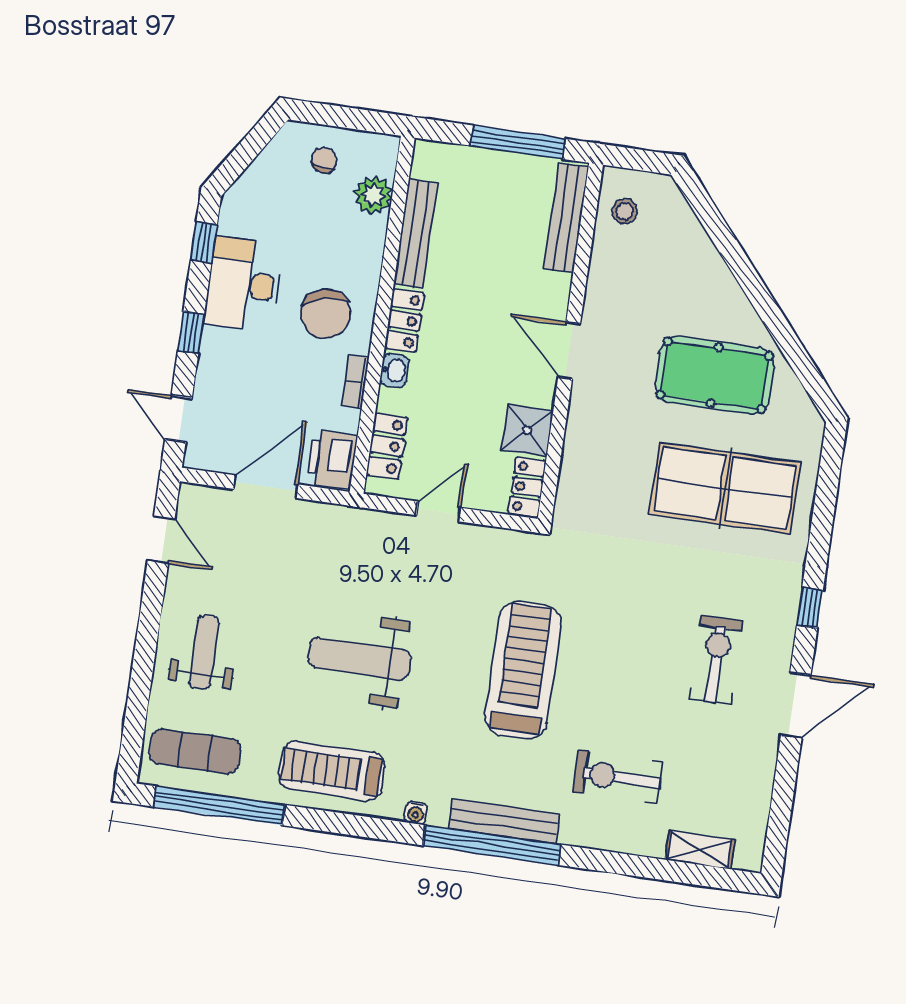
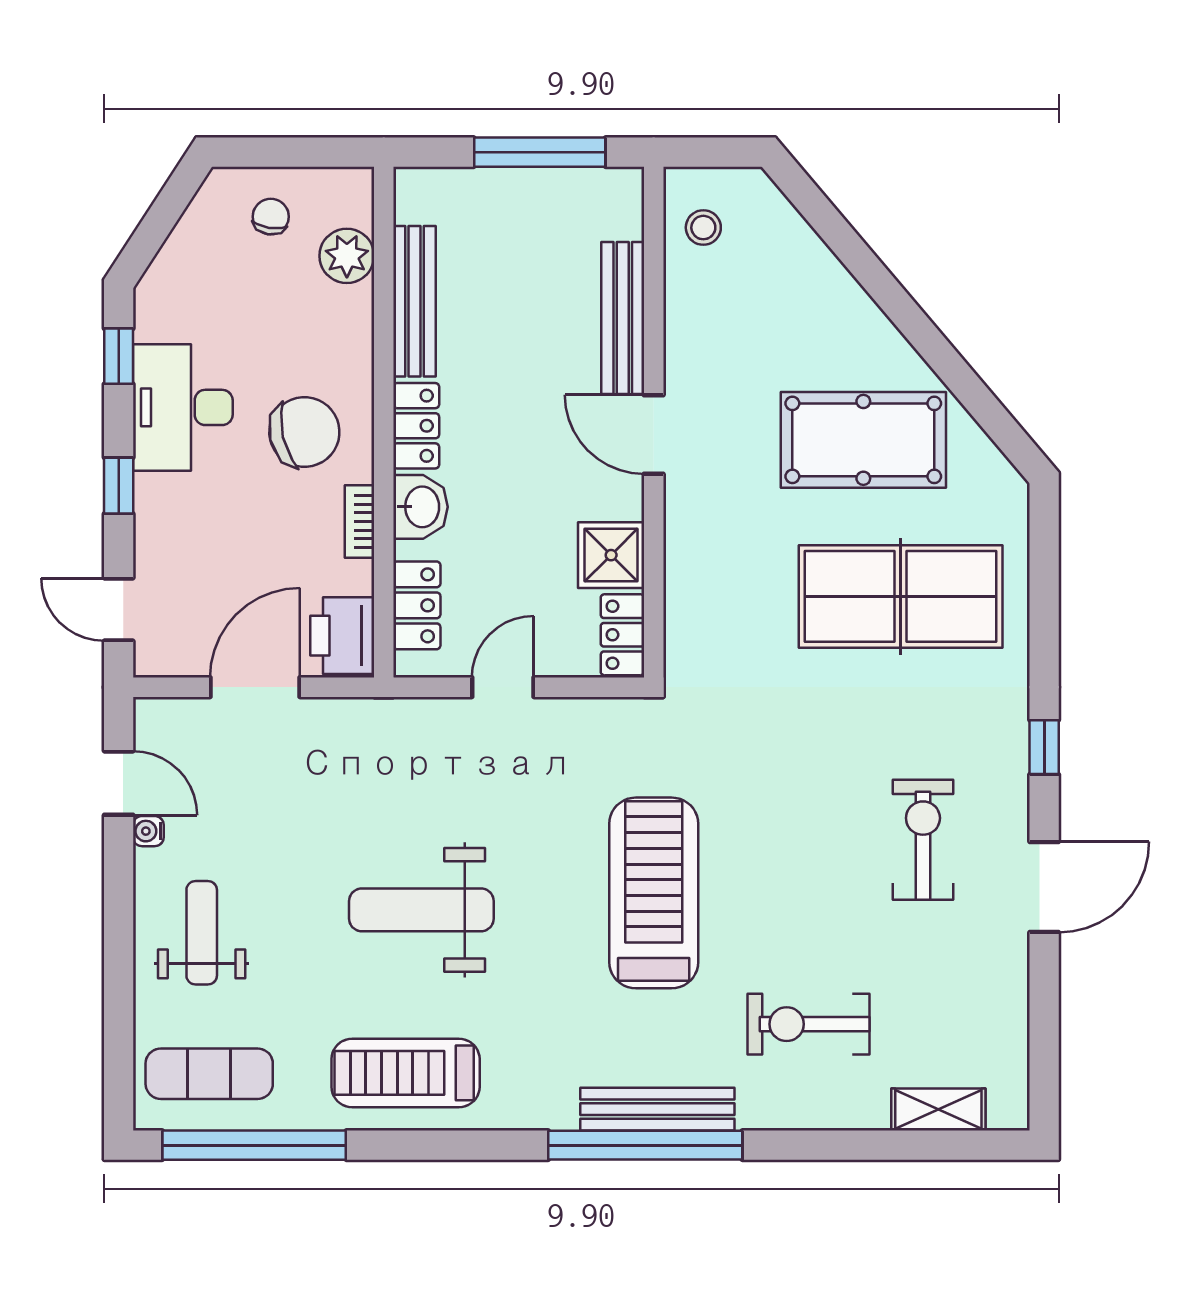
bench: (566, 218) -> (623, 318), moved
chair: (326, 314) -> (304, 432), turned -90
washbasin: (394, 371) -> (421, 507), width x1.38, depth x1.45
water cooler: (416, 813) -> (148, 831), moved, turned 90

